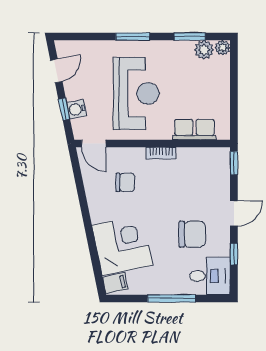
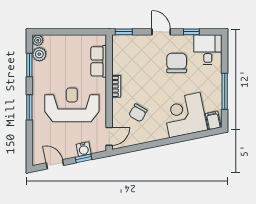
chair: (125, 182) -> (138, 113), turned -150
window: (172, 298) -> (225, 91), moved

